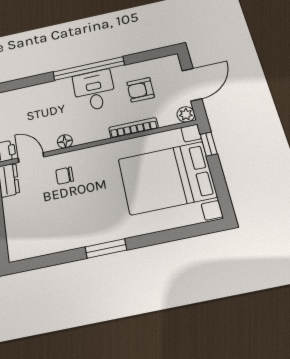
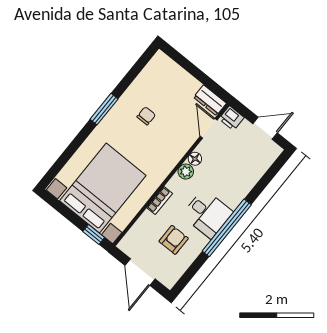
plant: (186, 114) -> (186, 172), moved
bookcase: (133, 128) -> (160, 201), width x0.64
door: (31, 158) -> (209, 128), swing flipped
chair: (65, 176) -> (146, 116), moved

